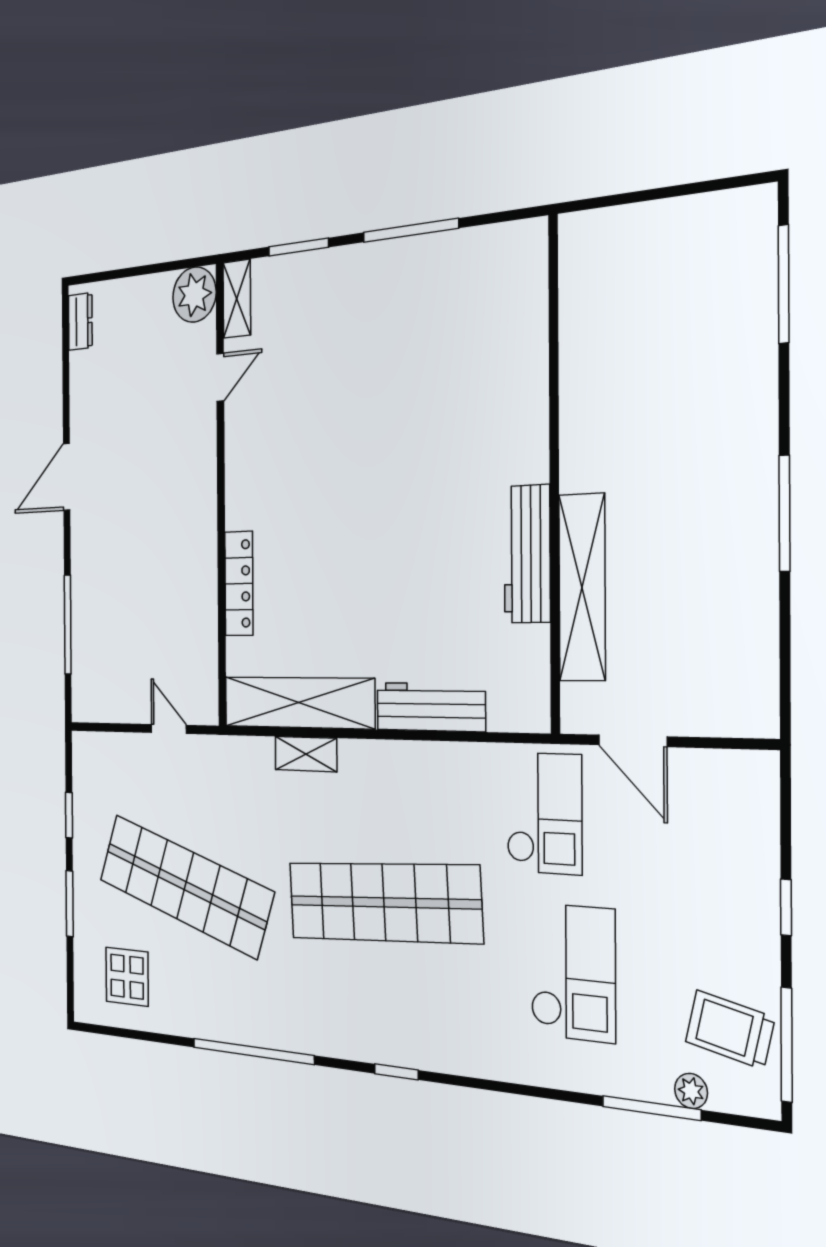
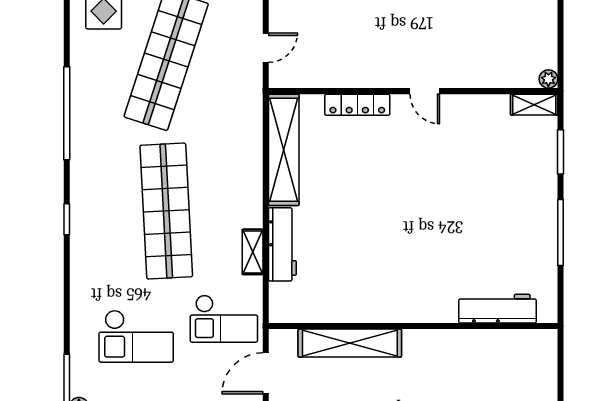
plant: (194, 295) -> (548, 79), width x0.53, depth x0.53
door: (220, 377) -> (425, 91), moved
workbench: (527, 554) -> (497, 309), moved
shelving: (306, 754) -> (253, 252), moved

